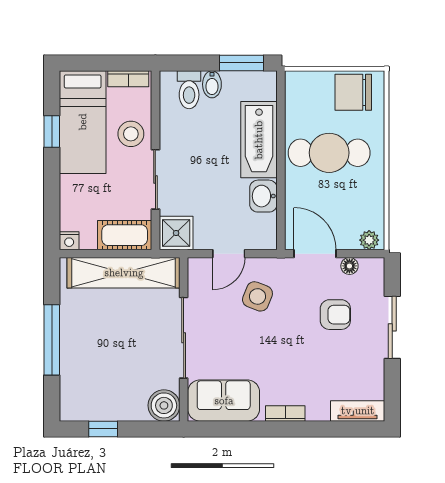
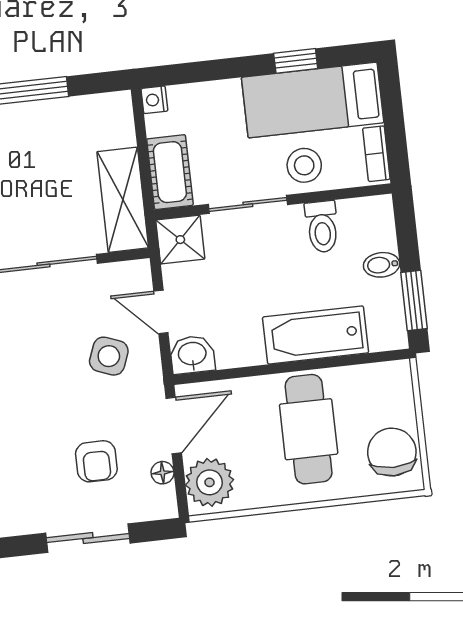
toilet: (189, 90) -> (322, 227), moved, turned -90
washbasin: (263, 196) -> (192, 355), moved
plant: (369, 240) -> (209, 482), width x1.88, depth x1.88
shelving: (124, 273) -> (123, 200), width x0.68

